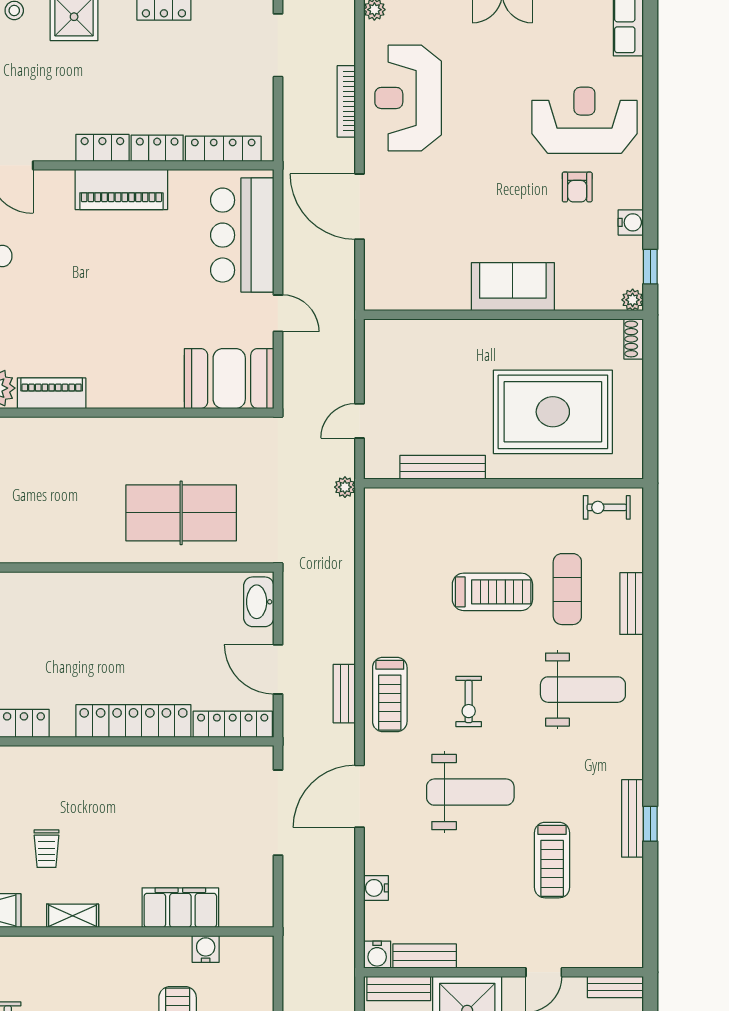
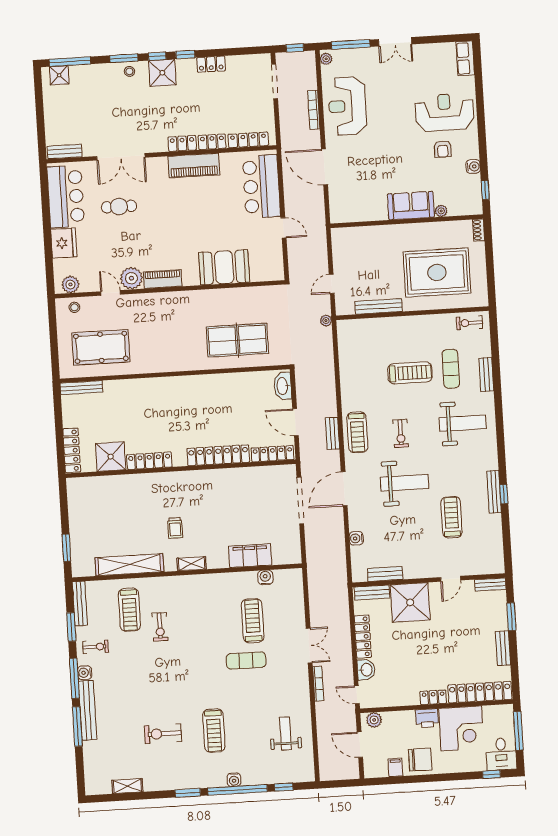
plant: (633, 300) -> (441, 211), moved
booth: (229, 379) -> (224, 267), moved
treadmill: (552, 860) -> (451, 517), turned 180
water cooler: (377, 955) -> (359, 575), removed

